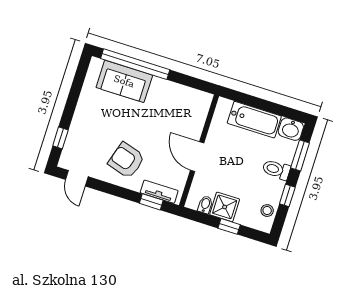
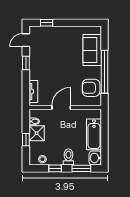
window: (135, 64) -> (105, 72), moved
armchair: (126, 160) -> (91, 88), moved, turned -107
window: (151, 202) -> (26, 63), moved

